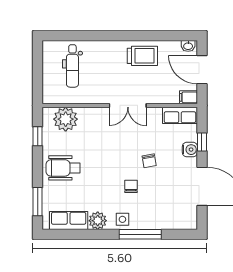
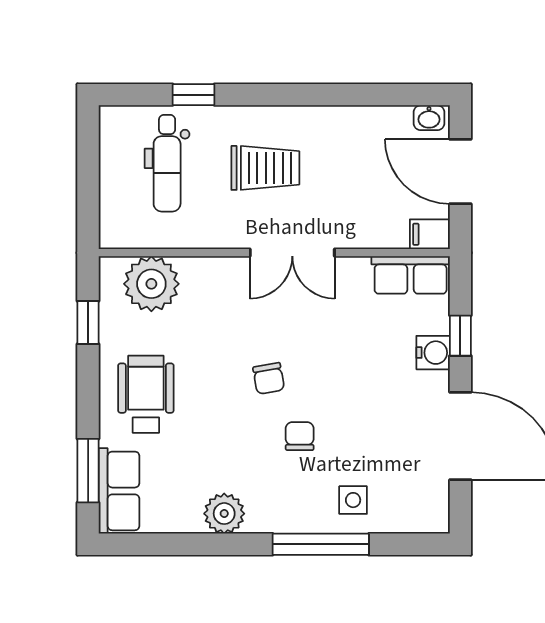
window: (84, 36) -> (194, 95), added
trolley: (142, 56) -> (265, 168), moved
chair: (149, 161) -> (269, 378), moved
wheelchair: (63, 168) -> (146, 394), turned 90
side table: (122, 219) -> (353, 500), moved
row of seats: (69, 220) -> (119, 491), moved, turned 90

